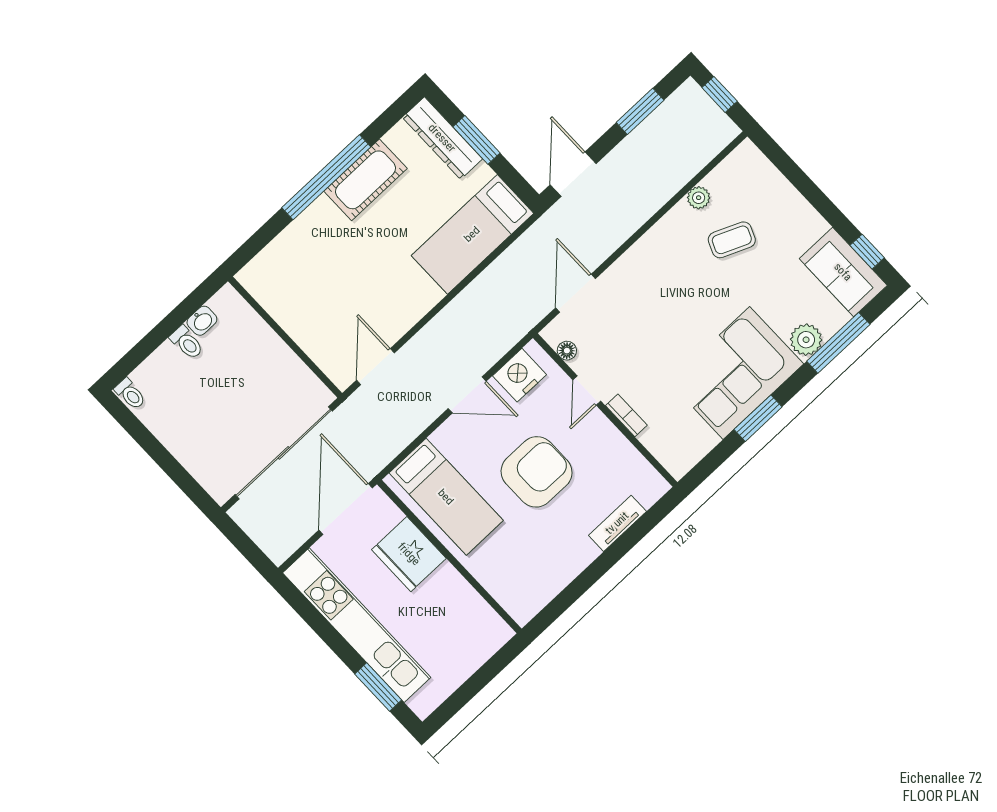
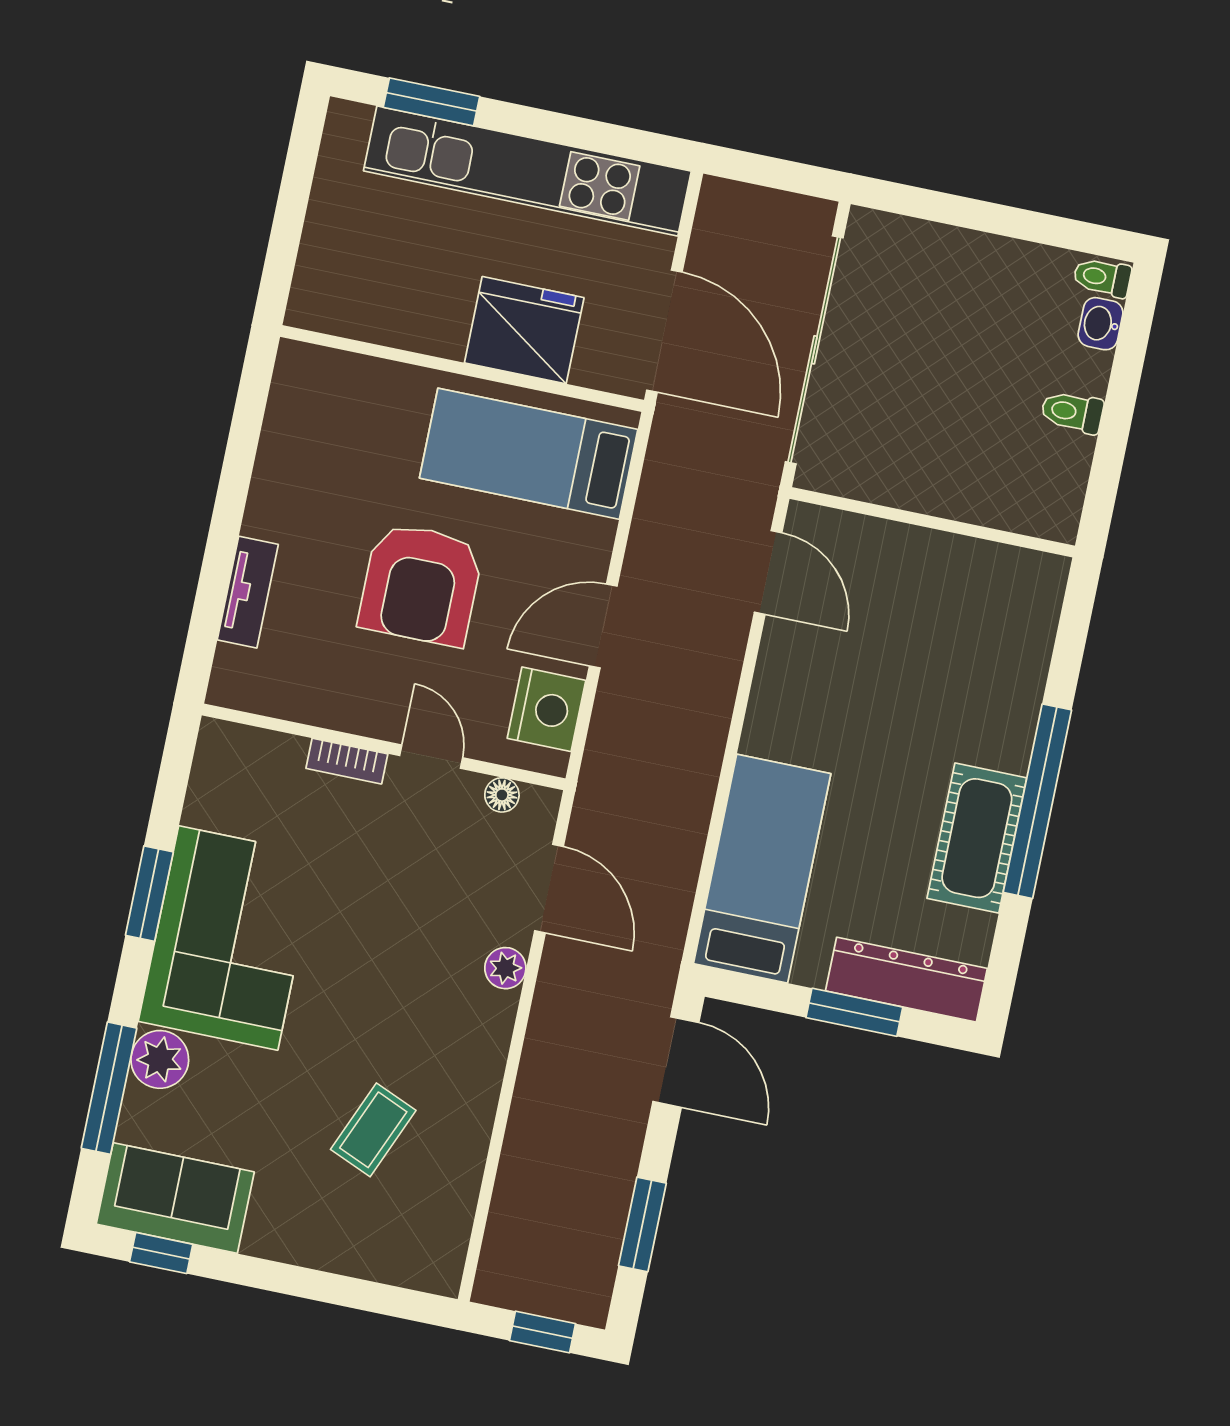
plant: (699, 198) -> (505, 968), moved
washbasin: (202, 321) -> (1101, 324), moved

